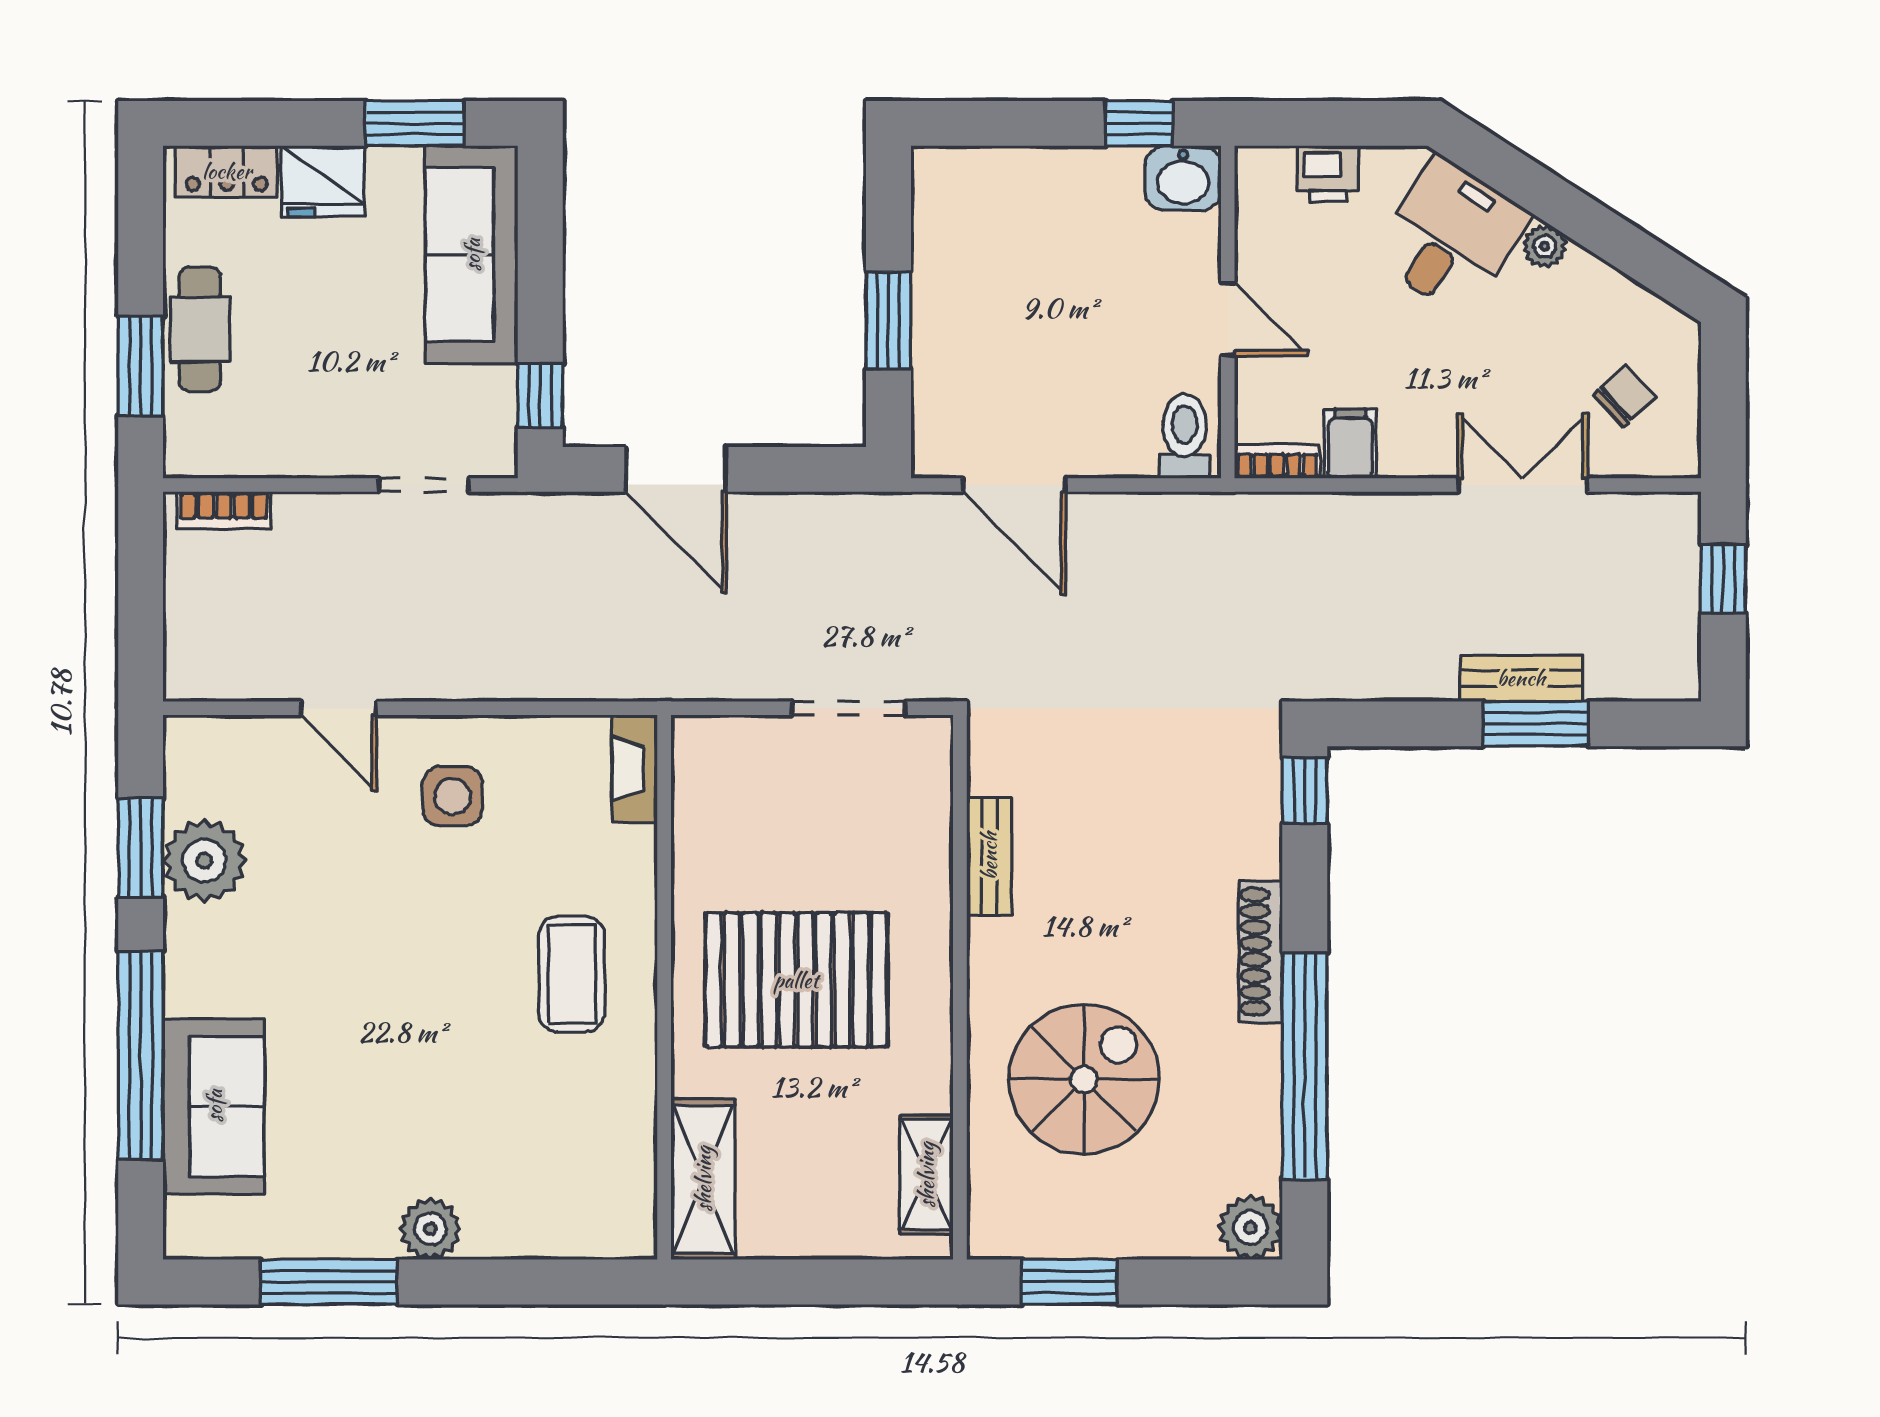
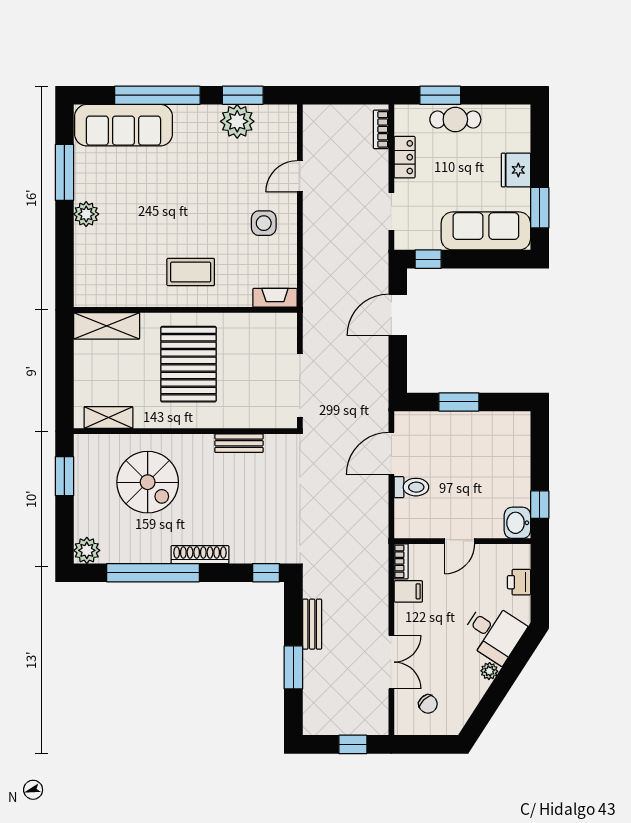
locker: (227, 171) -> (405, 157), moved, turned 180
toilet: (1185, 436) -> (411, 487), moved
bench: (1521, 678) -> (312, 624), moved
doorway: (849, 708) -> (300, 386), width x1.36
sofa: (214, 1106) -> (123, 125), width x1.36

